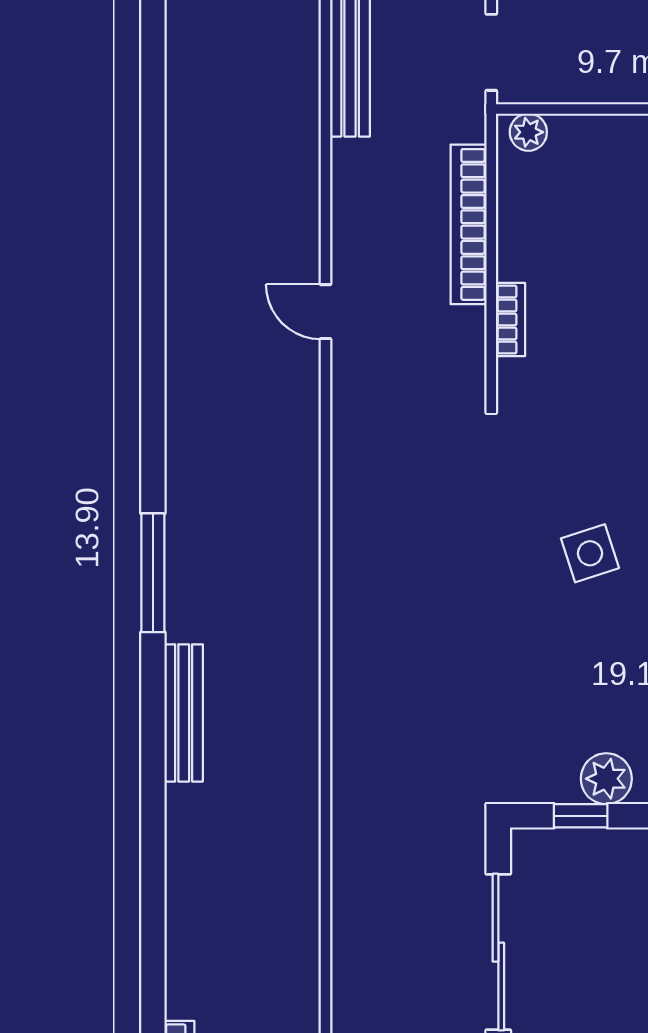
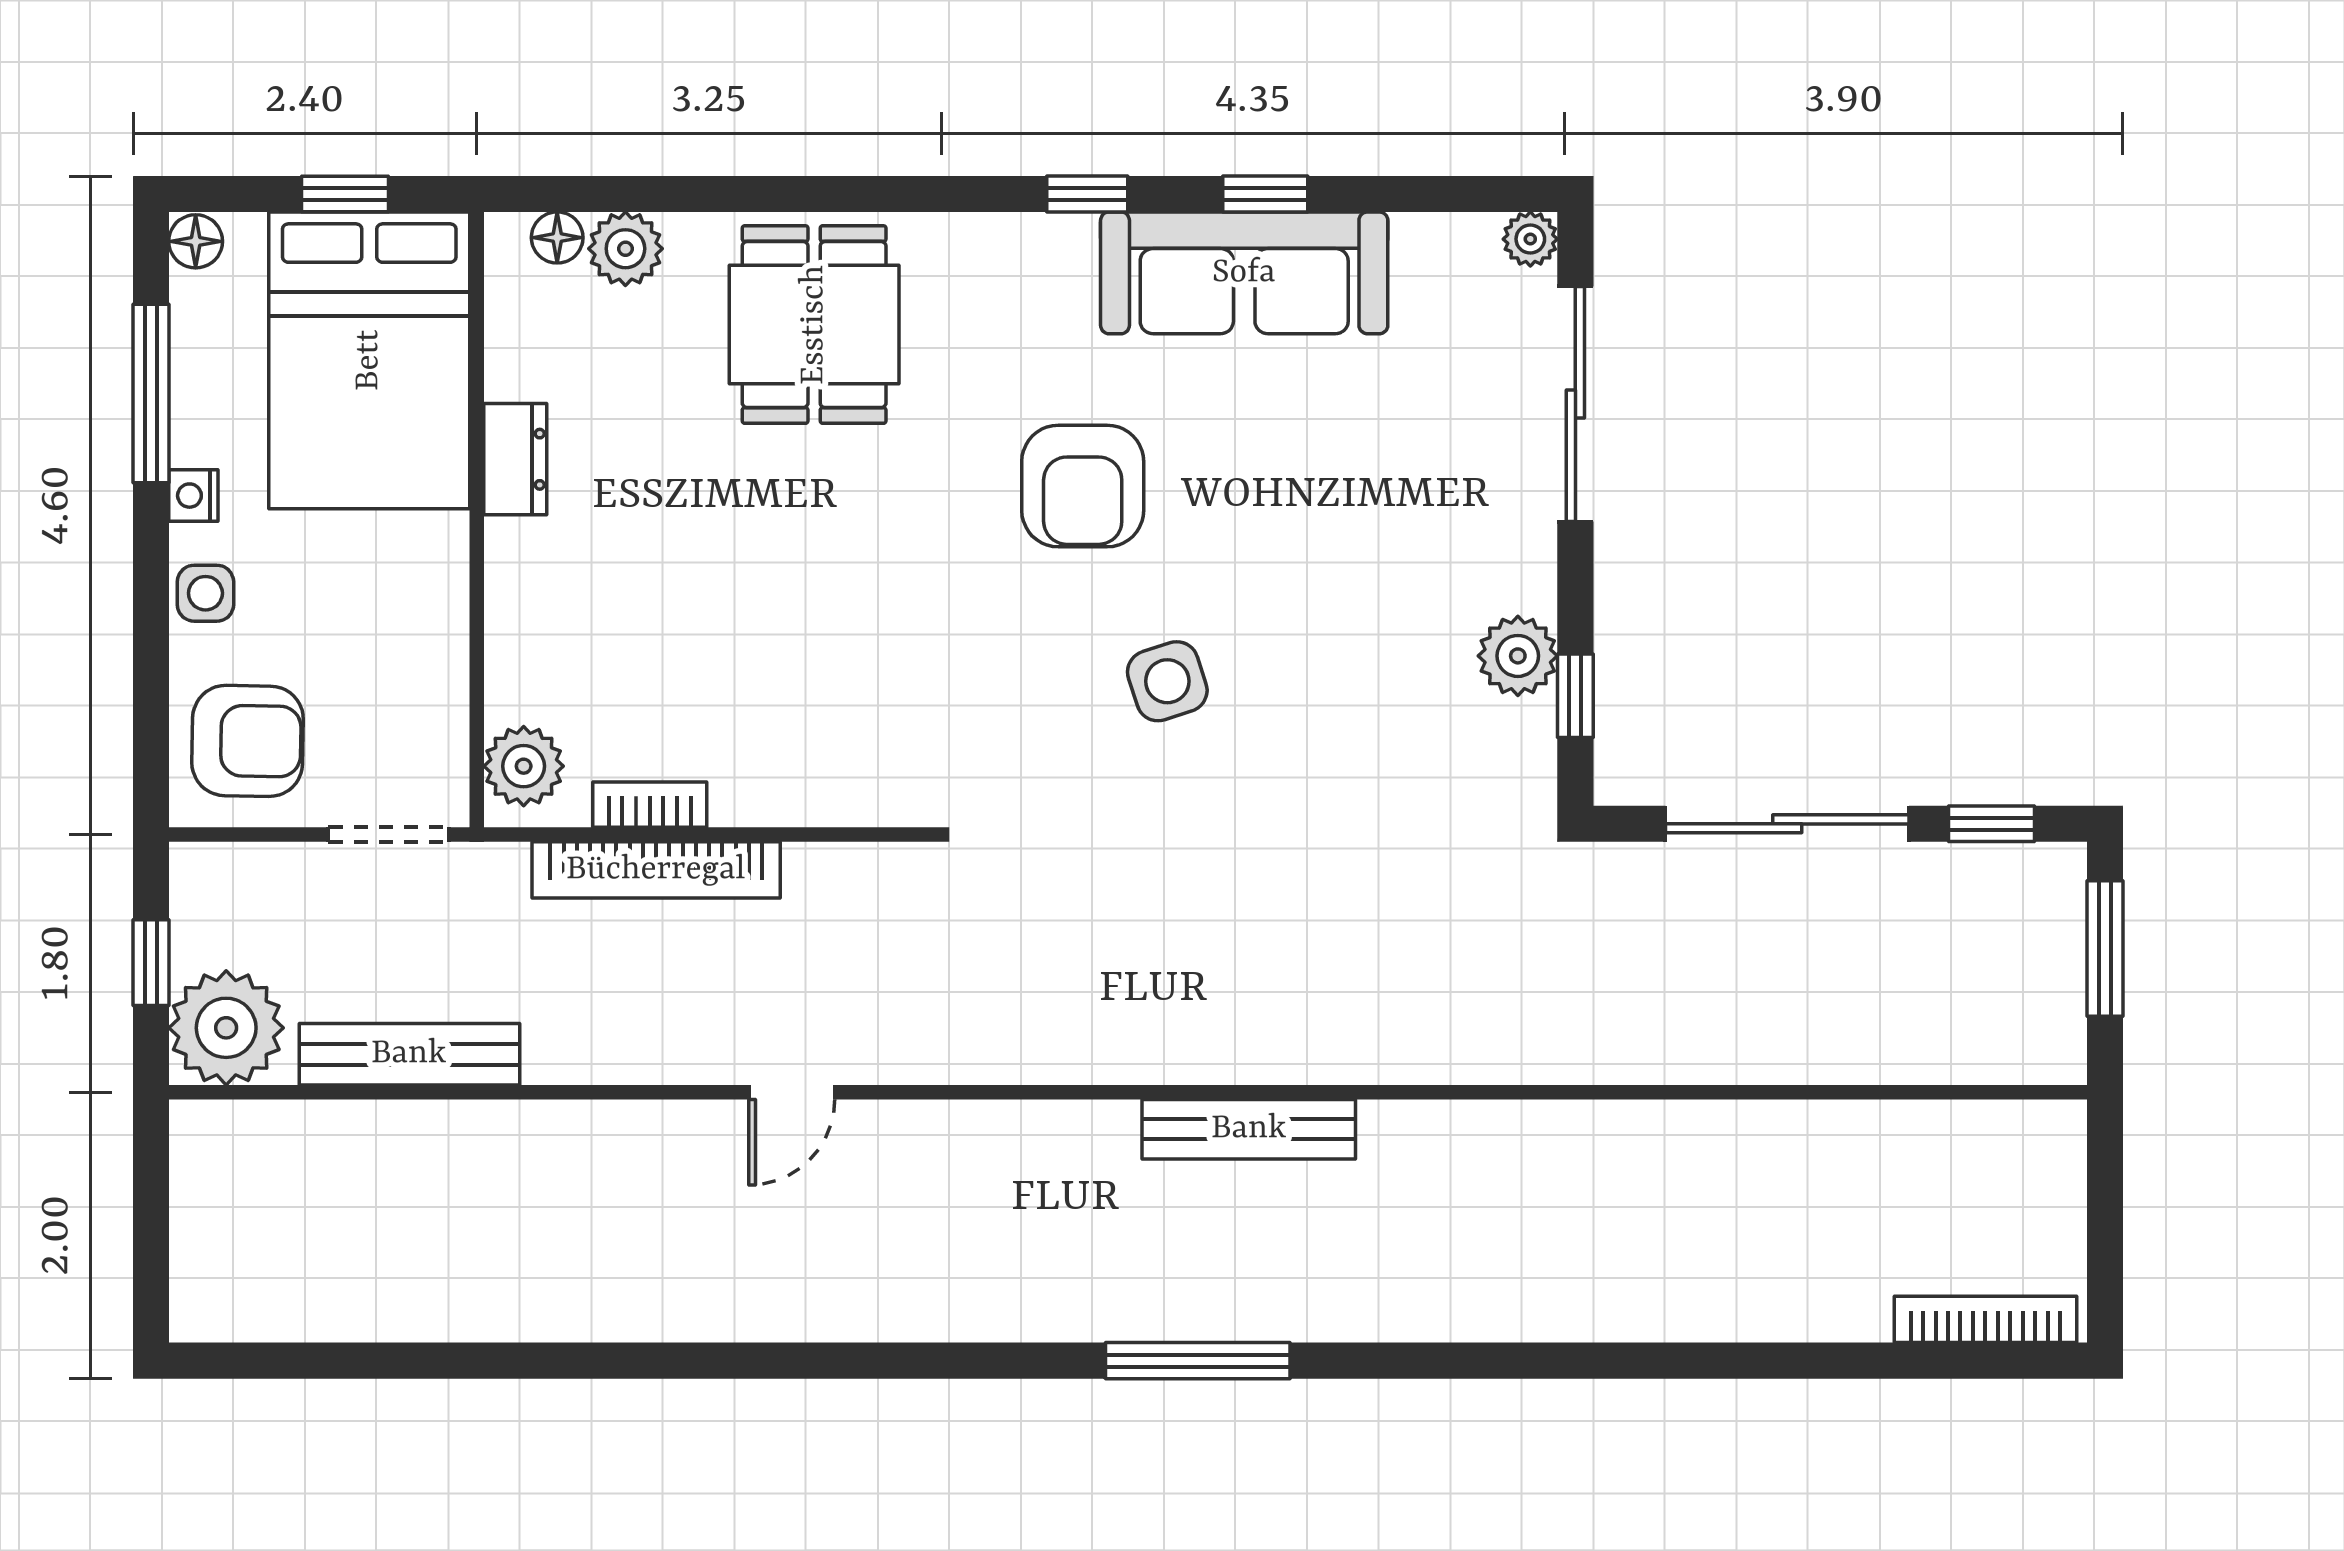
plant: (528, 132) -> (524, 766), width x1.38, depth x1.38
bookcase: (511, 320) -> (650, 805), moved
bench: (184, 713) -> (1249, 1129), moved

